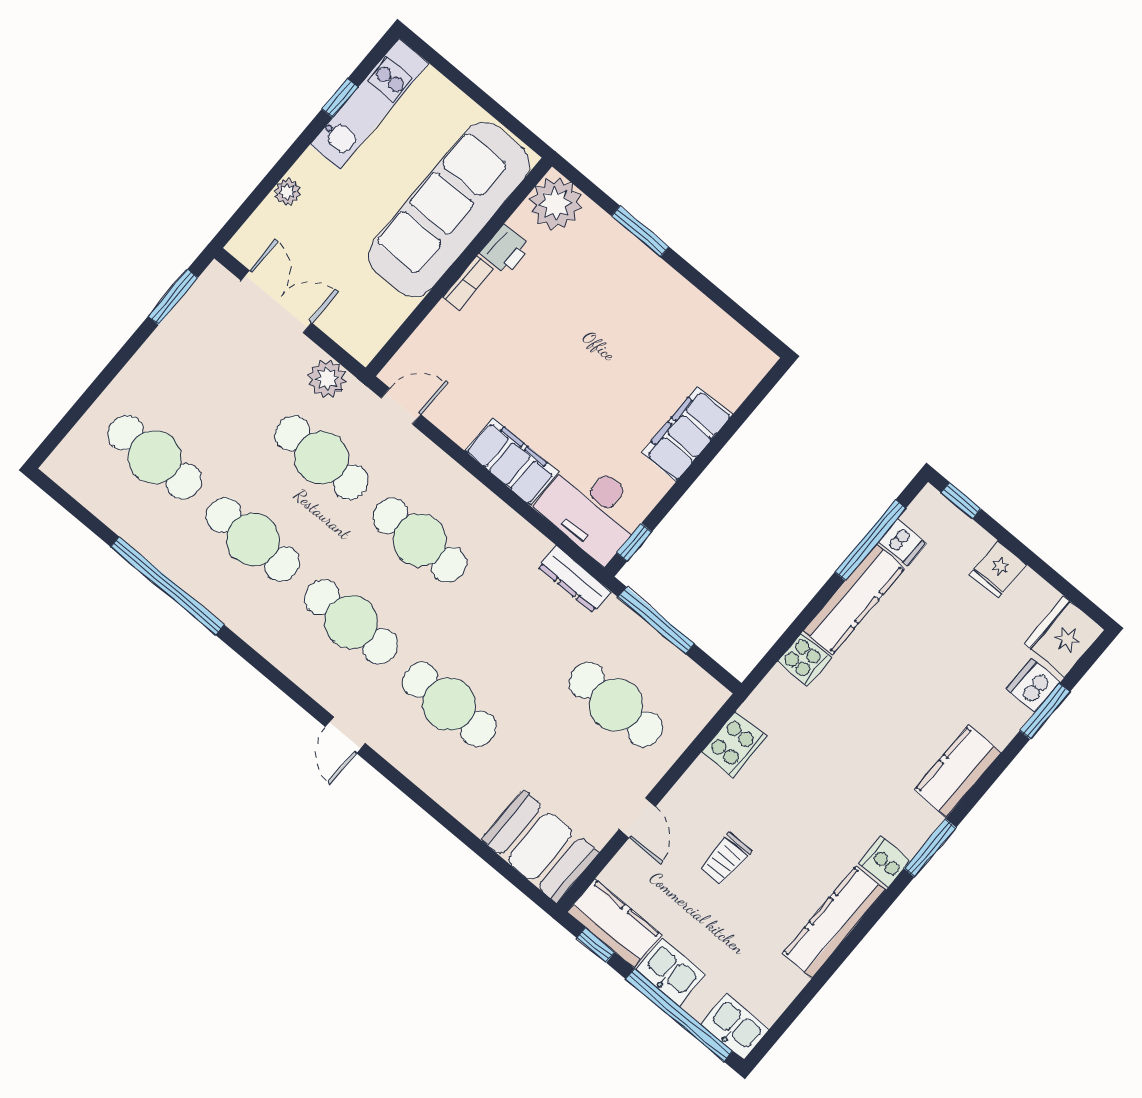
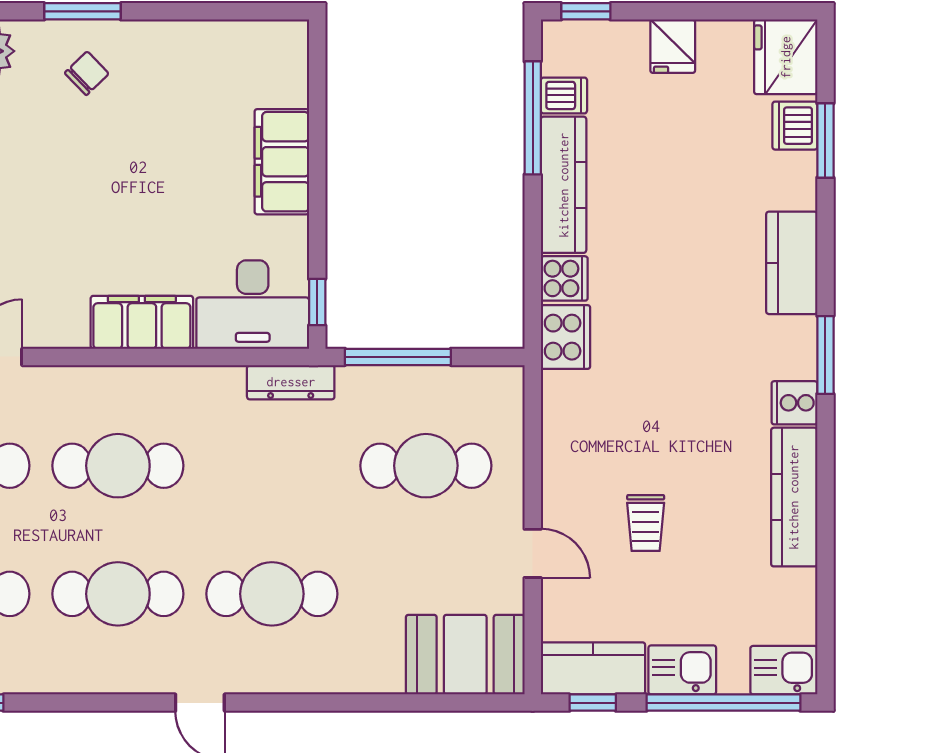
chair: (610, 273) -> (87, 73), added
cooker: (734, 745) -> (565, 337), moved

